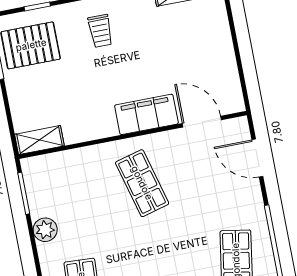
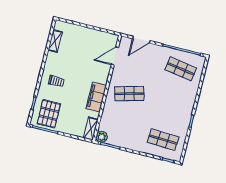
filing cabinet: (146, 114) -> (96, 97), moved
plant: (45, 230) -> (102, 137), moved

